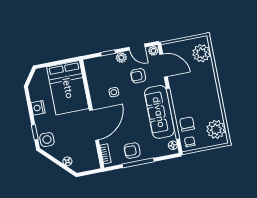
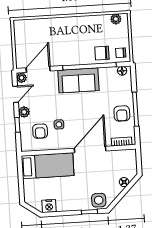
plant: (201, 53) -> (31, 28), removed
armchair: (138, 76) -> (40, 131), moved
bed: (68, 88) -> (48, 166), width x0.67
nightstand: (38, 108) -> (49, 206), moved
sofa: (159, 112) -> (78, 80), width x0.73
door: (94, 125) -> (90, 150), hinge flipped
plant: (216, 129) -> (116, 19), width x0.53, depth x0.53

